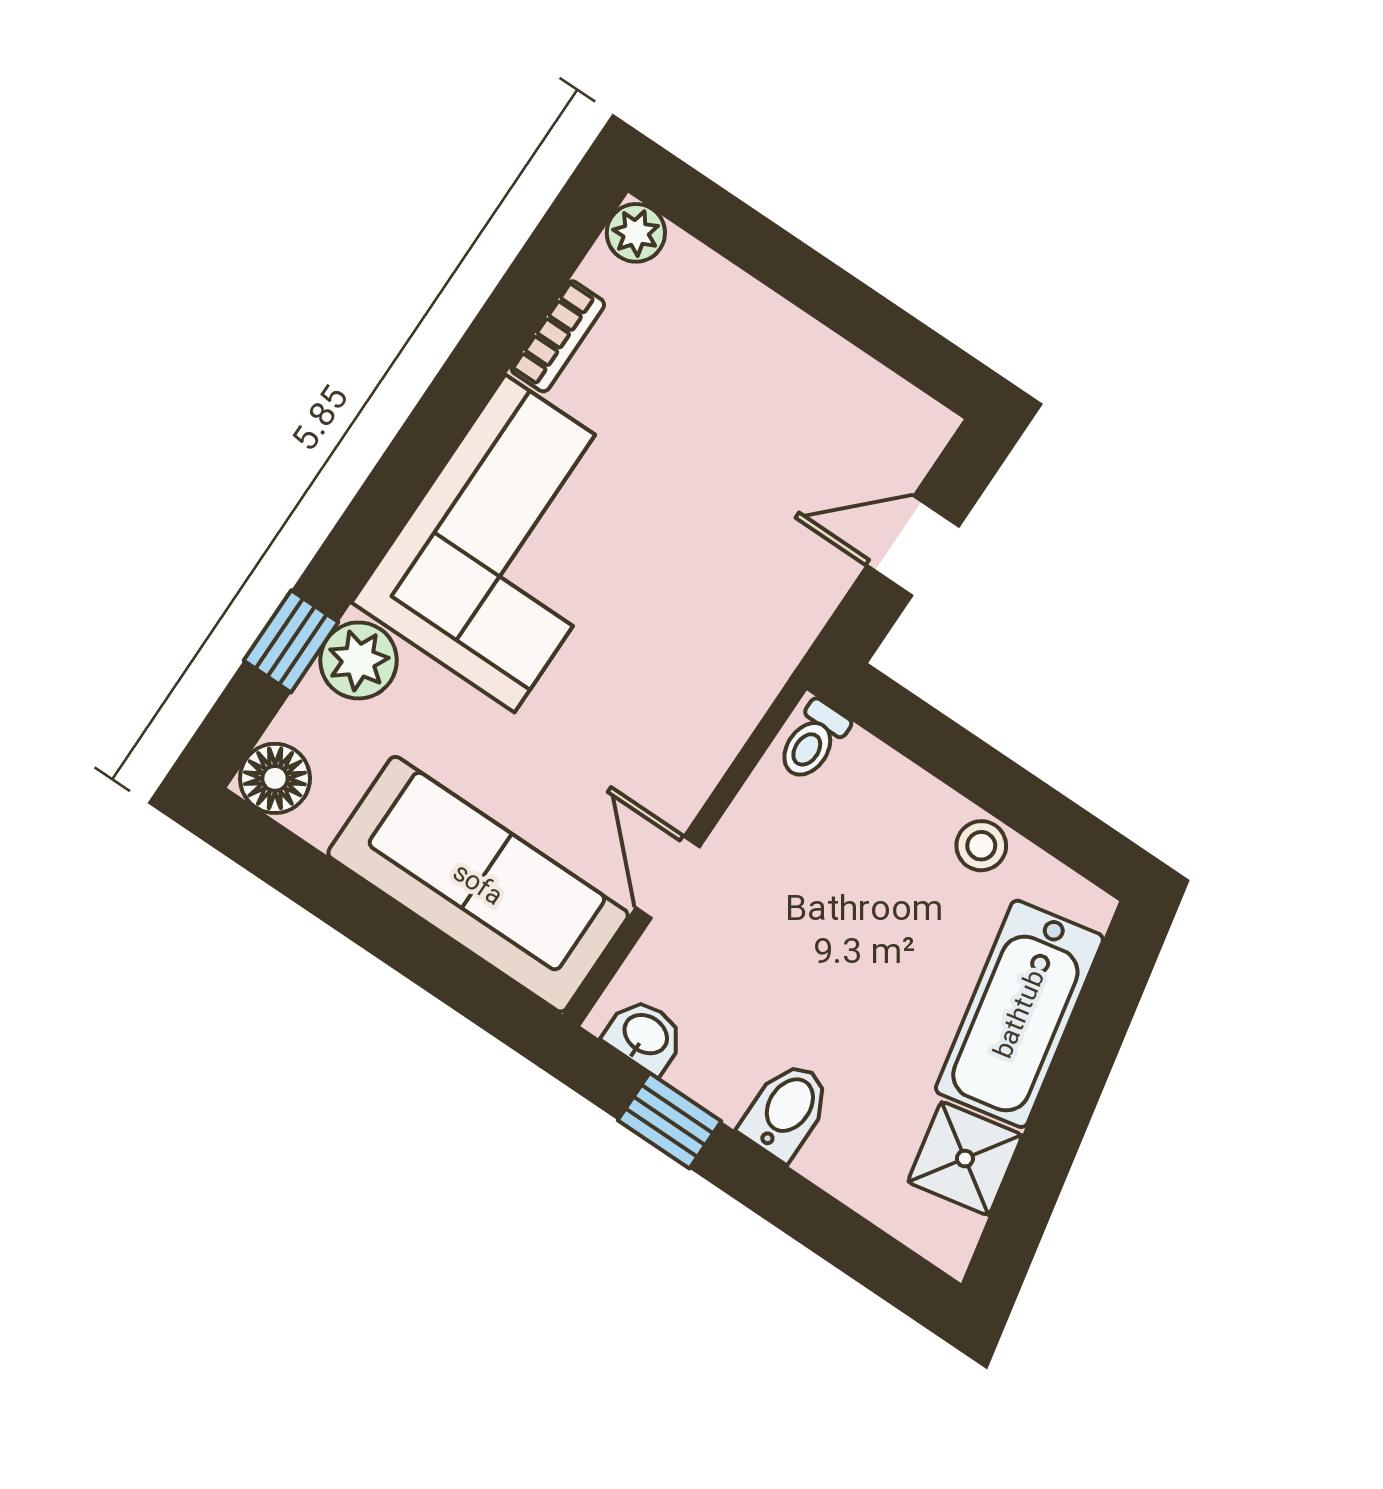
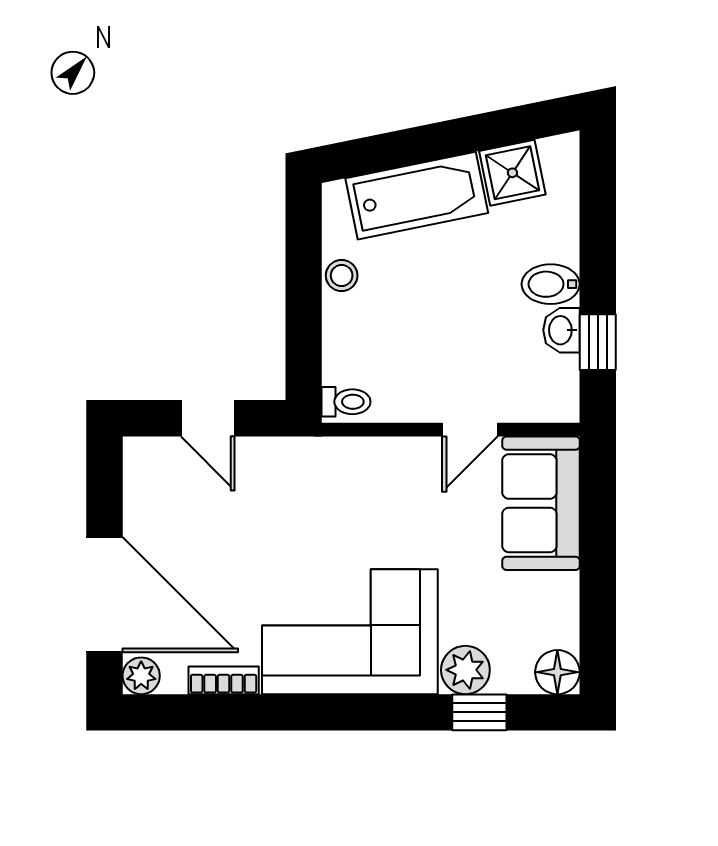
door: (774, 256) -> (105, 595), added
sofa: (478, 884) -> (541, 503), width x0.73
washbasin: (645, 1035) -> (561, 330), moved

